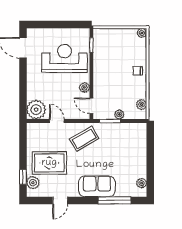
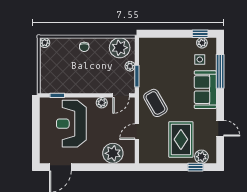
plant: (141, 105) -> (120, 48), width x1.88, depth x1.88
plant: (36, 110) -> (113, 153), moved
side table: (126, 181) -> (200, 60), added
window: (150, 181) -> (200, 34), added

